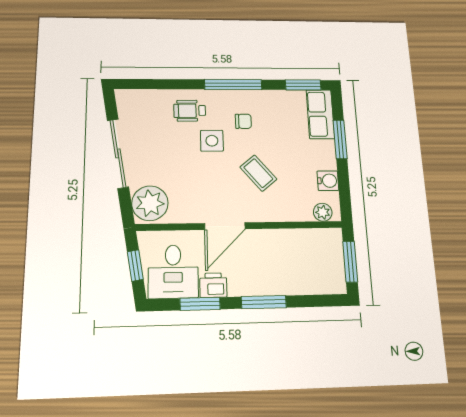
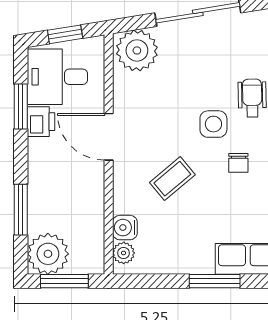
water cooler: (328, 181) -> (125, 228), moved, turned 90
plant: (328, 276) -> (48, 254), added
window: (264, 302) -> (21, 210), moved

